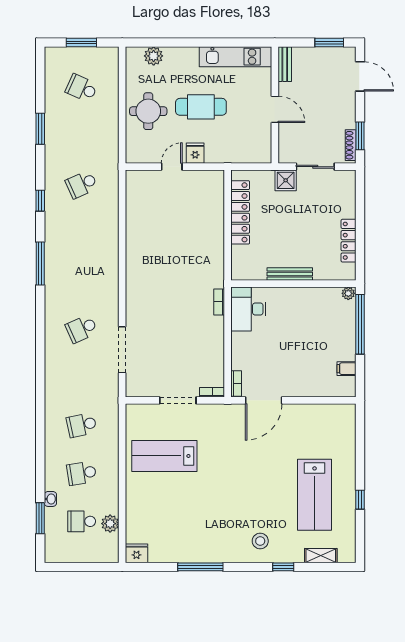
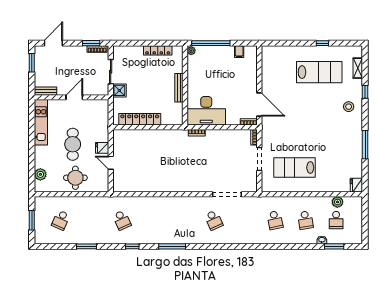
desk: (248, 309) -> (206, 111), width x1.36, depth x1.30
lab bench: (164, 456) -> (295, 168), turned 90

